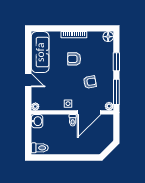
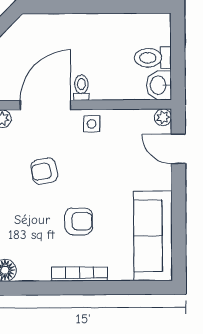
door: (28, 80) -> (178, 149), moved
toilet: (40, 148) -> (153, 58), moved

